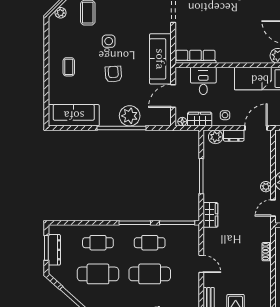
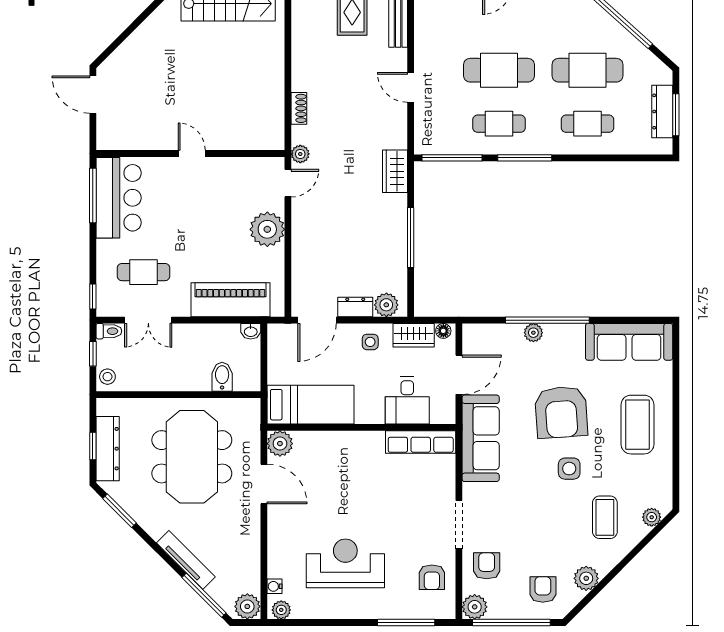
coffee table: (69, 67) -> (638, 425), width x1.86, depth x1.72
armchair: (113, 74) -> (561, 412), width x1.88, depth x1.88
plant: (130, 116) -> (533, 333), width x0.53, depth x0.53
plant: (266, 187) -> (300, 154), moved

